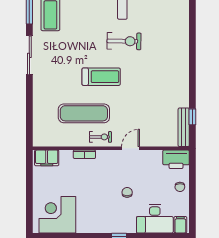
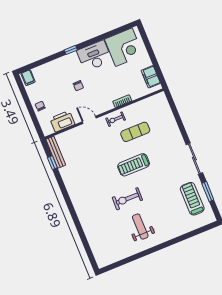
exercise mat: (84, 113) -> (135, 132), width x0.73, depth x0.69
door: (131, 148) -> (89, 120), swing flipped
filing cabinet: (47, 158) -> (151, 77), moved, turned -90
printer: (176, 159) -> (62, 121), moved
desk: (155, 219) -> (94, 56), moved

